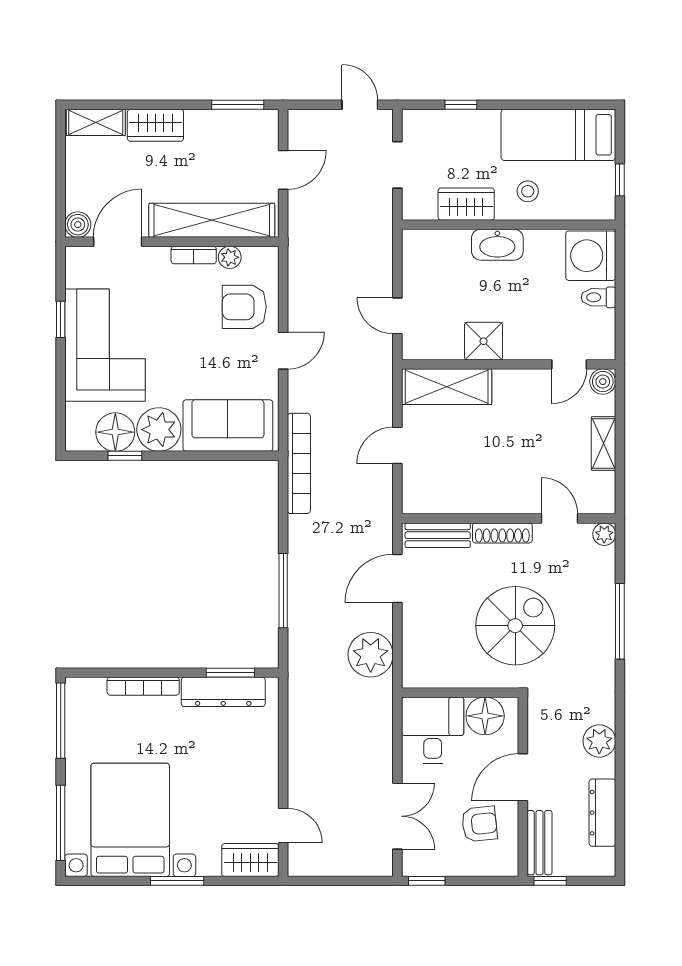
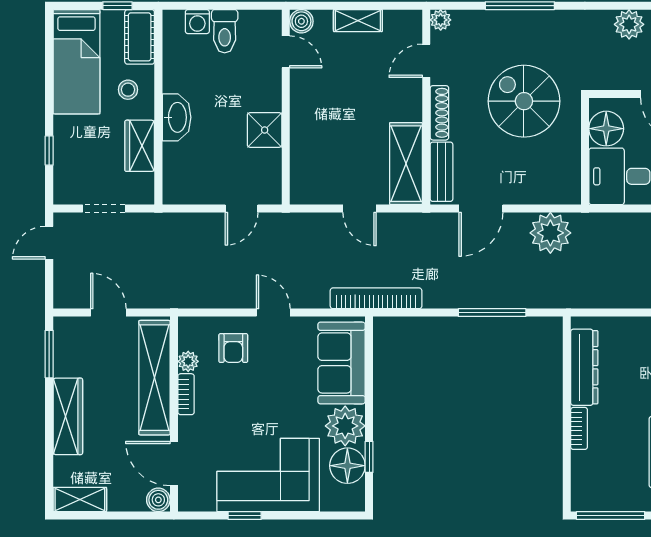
shelving: (96, 122) -> (80, 500), moved, turned 90
wardrobe: (155, 125) -> (68, 416), width x1.50
cot: (586, 204) -> (140, 37), added
washing machine: (591, 256) -> (197, 22), width x0.53, depth x0.53
toilet: (598, 297) -> (225, 31), width x1.37, depth x1.39
armchair: (244, 307) -> (233, 348), width x0.72, depth x0.72
shelving: (447, 387) -> (406, 164), moved
door: (397, 578) -> (481, 209), hinge flipped
window: (230, 673) -> (567, 361), removed
bookcase: (143, 686) -> (579, 428), width x0.64

